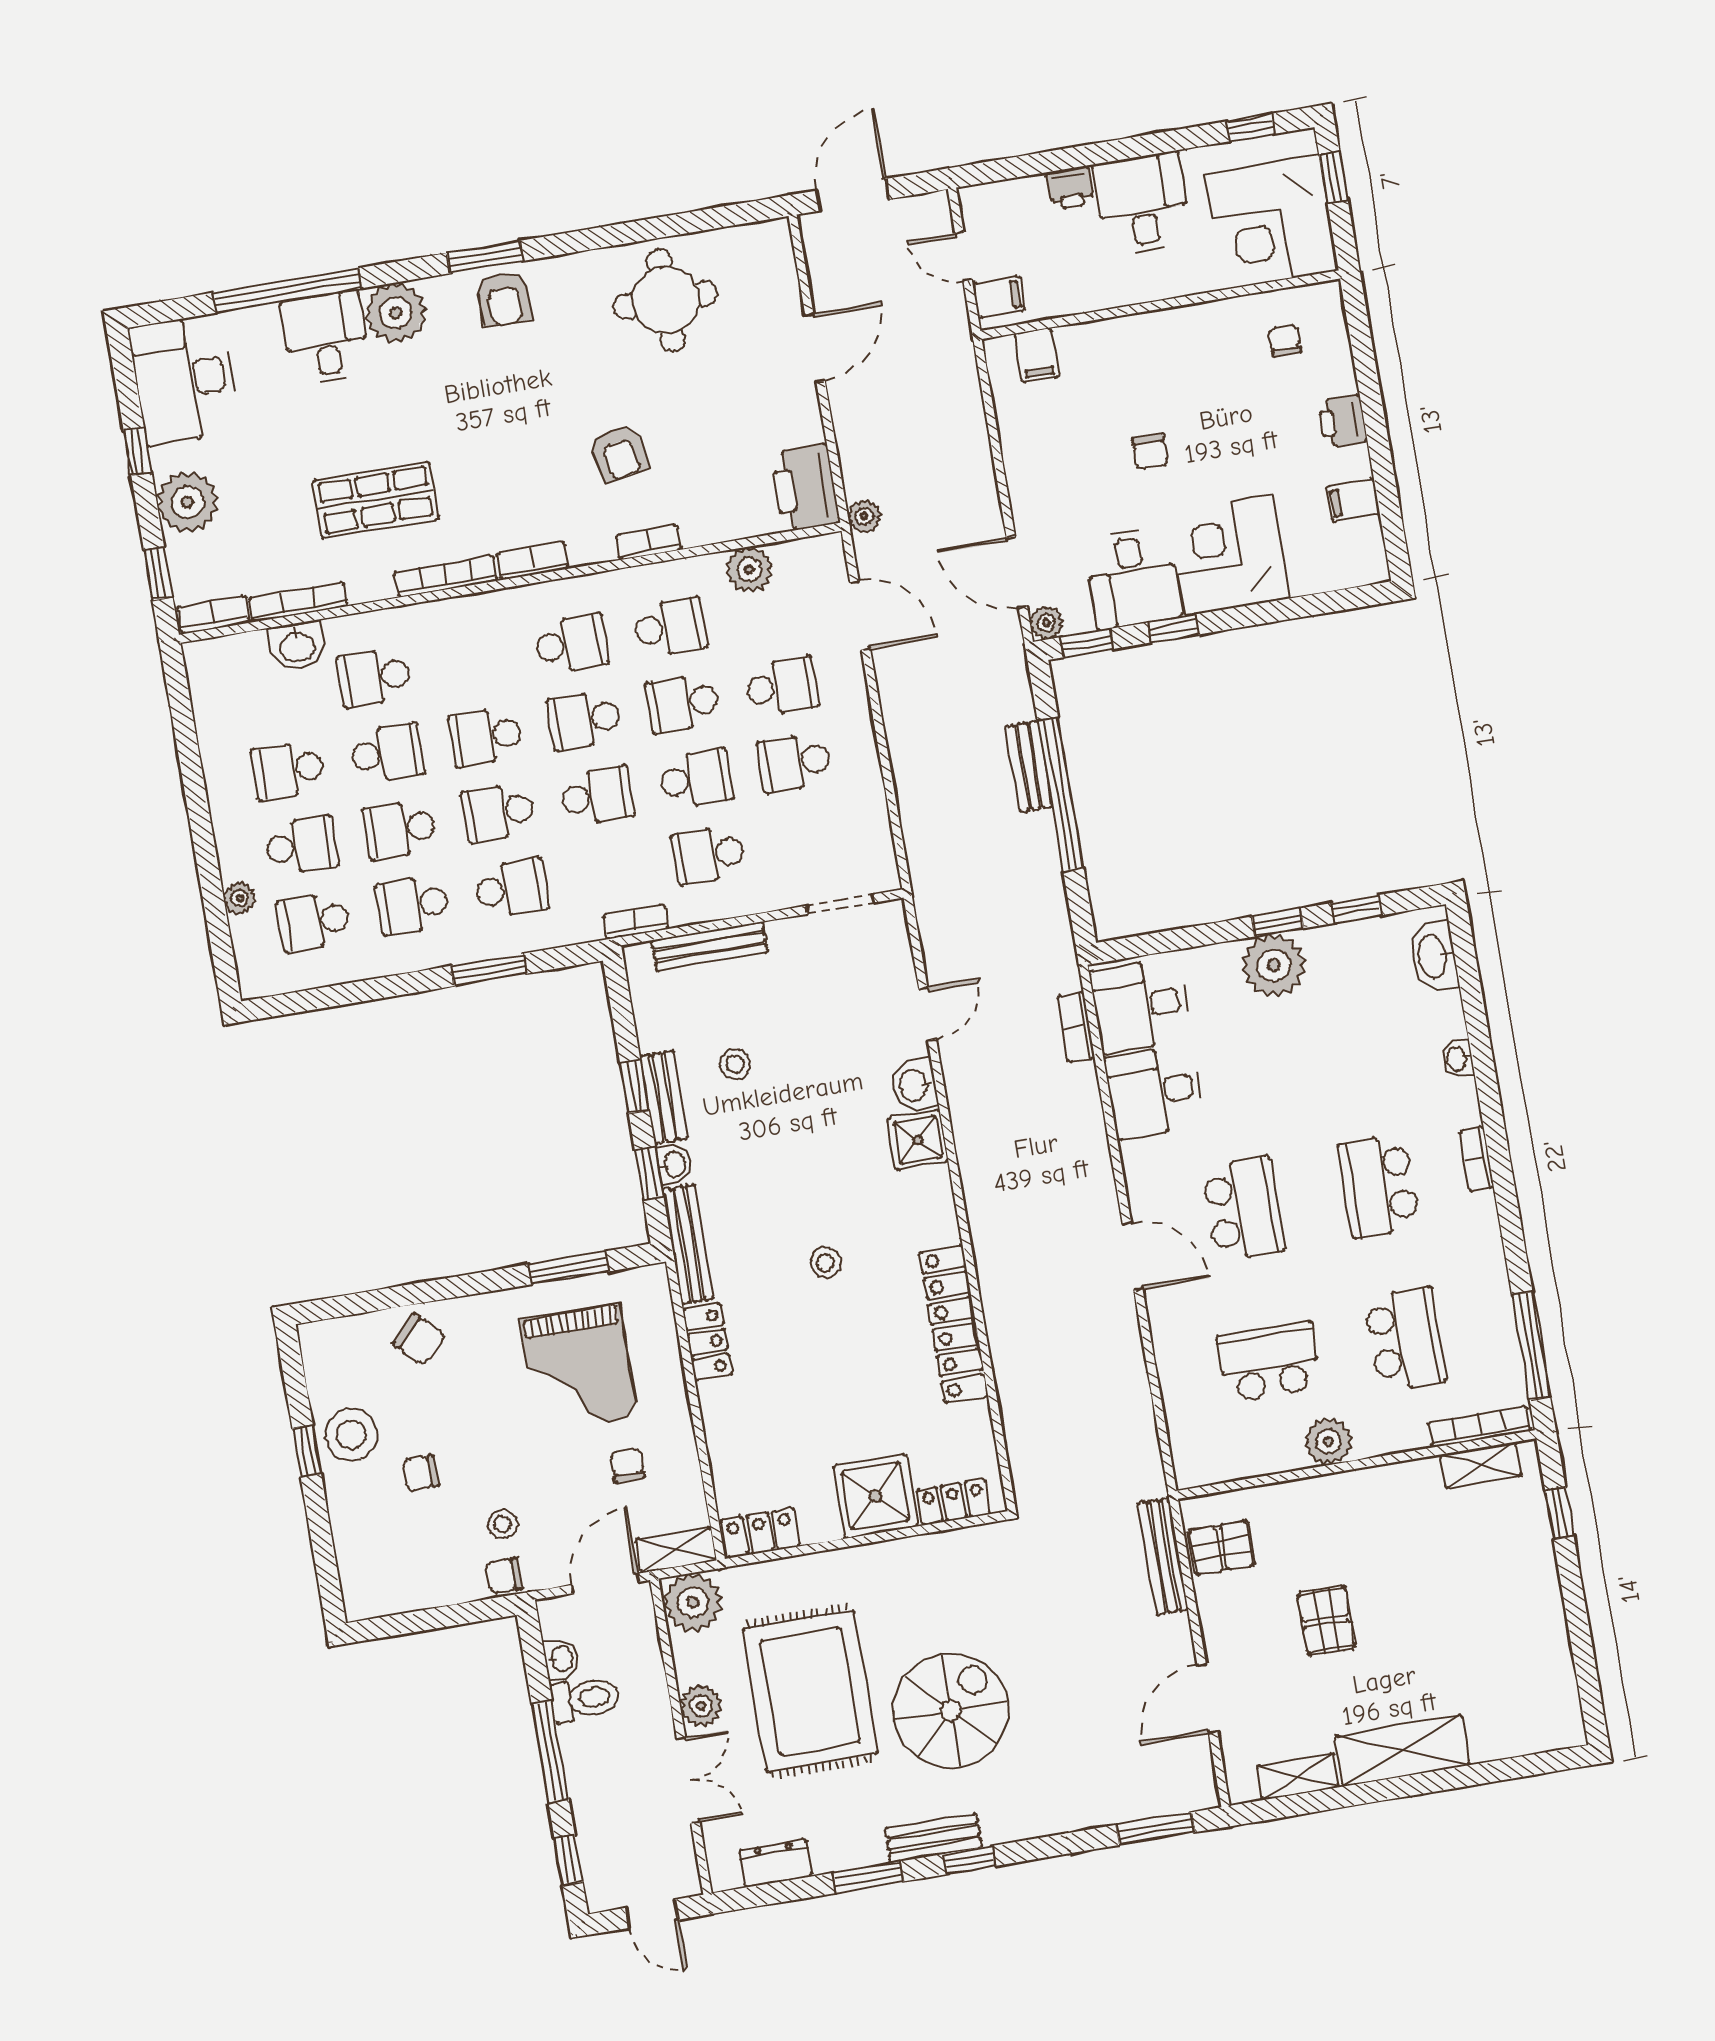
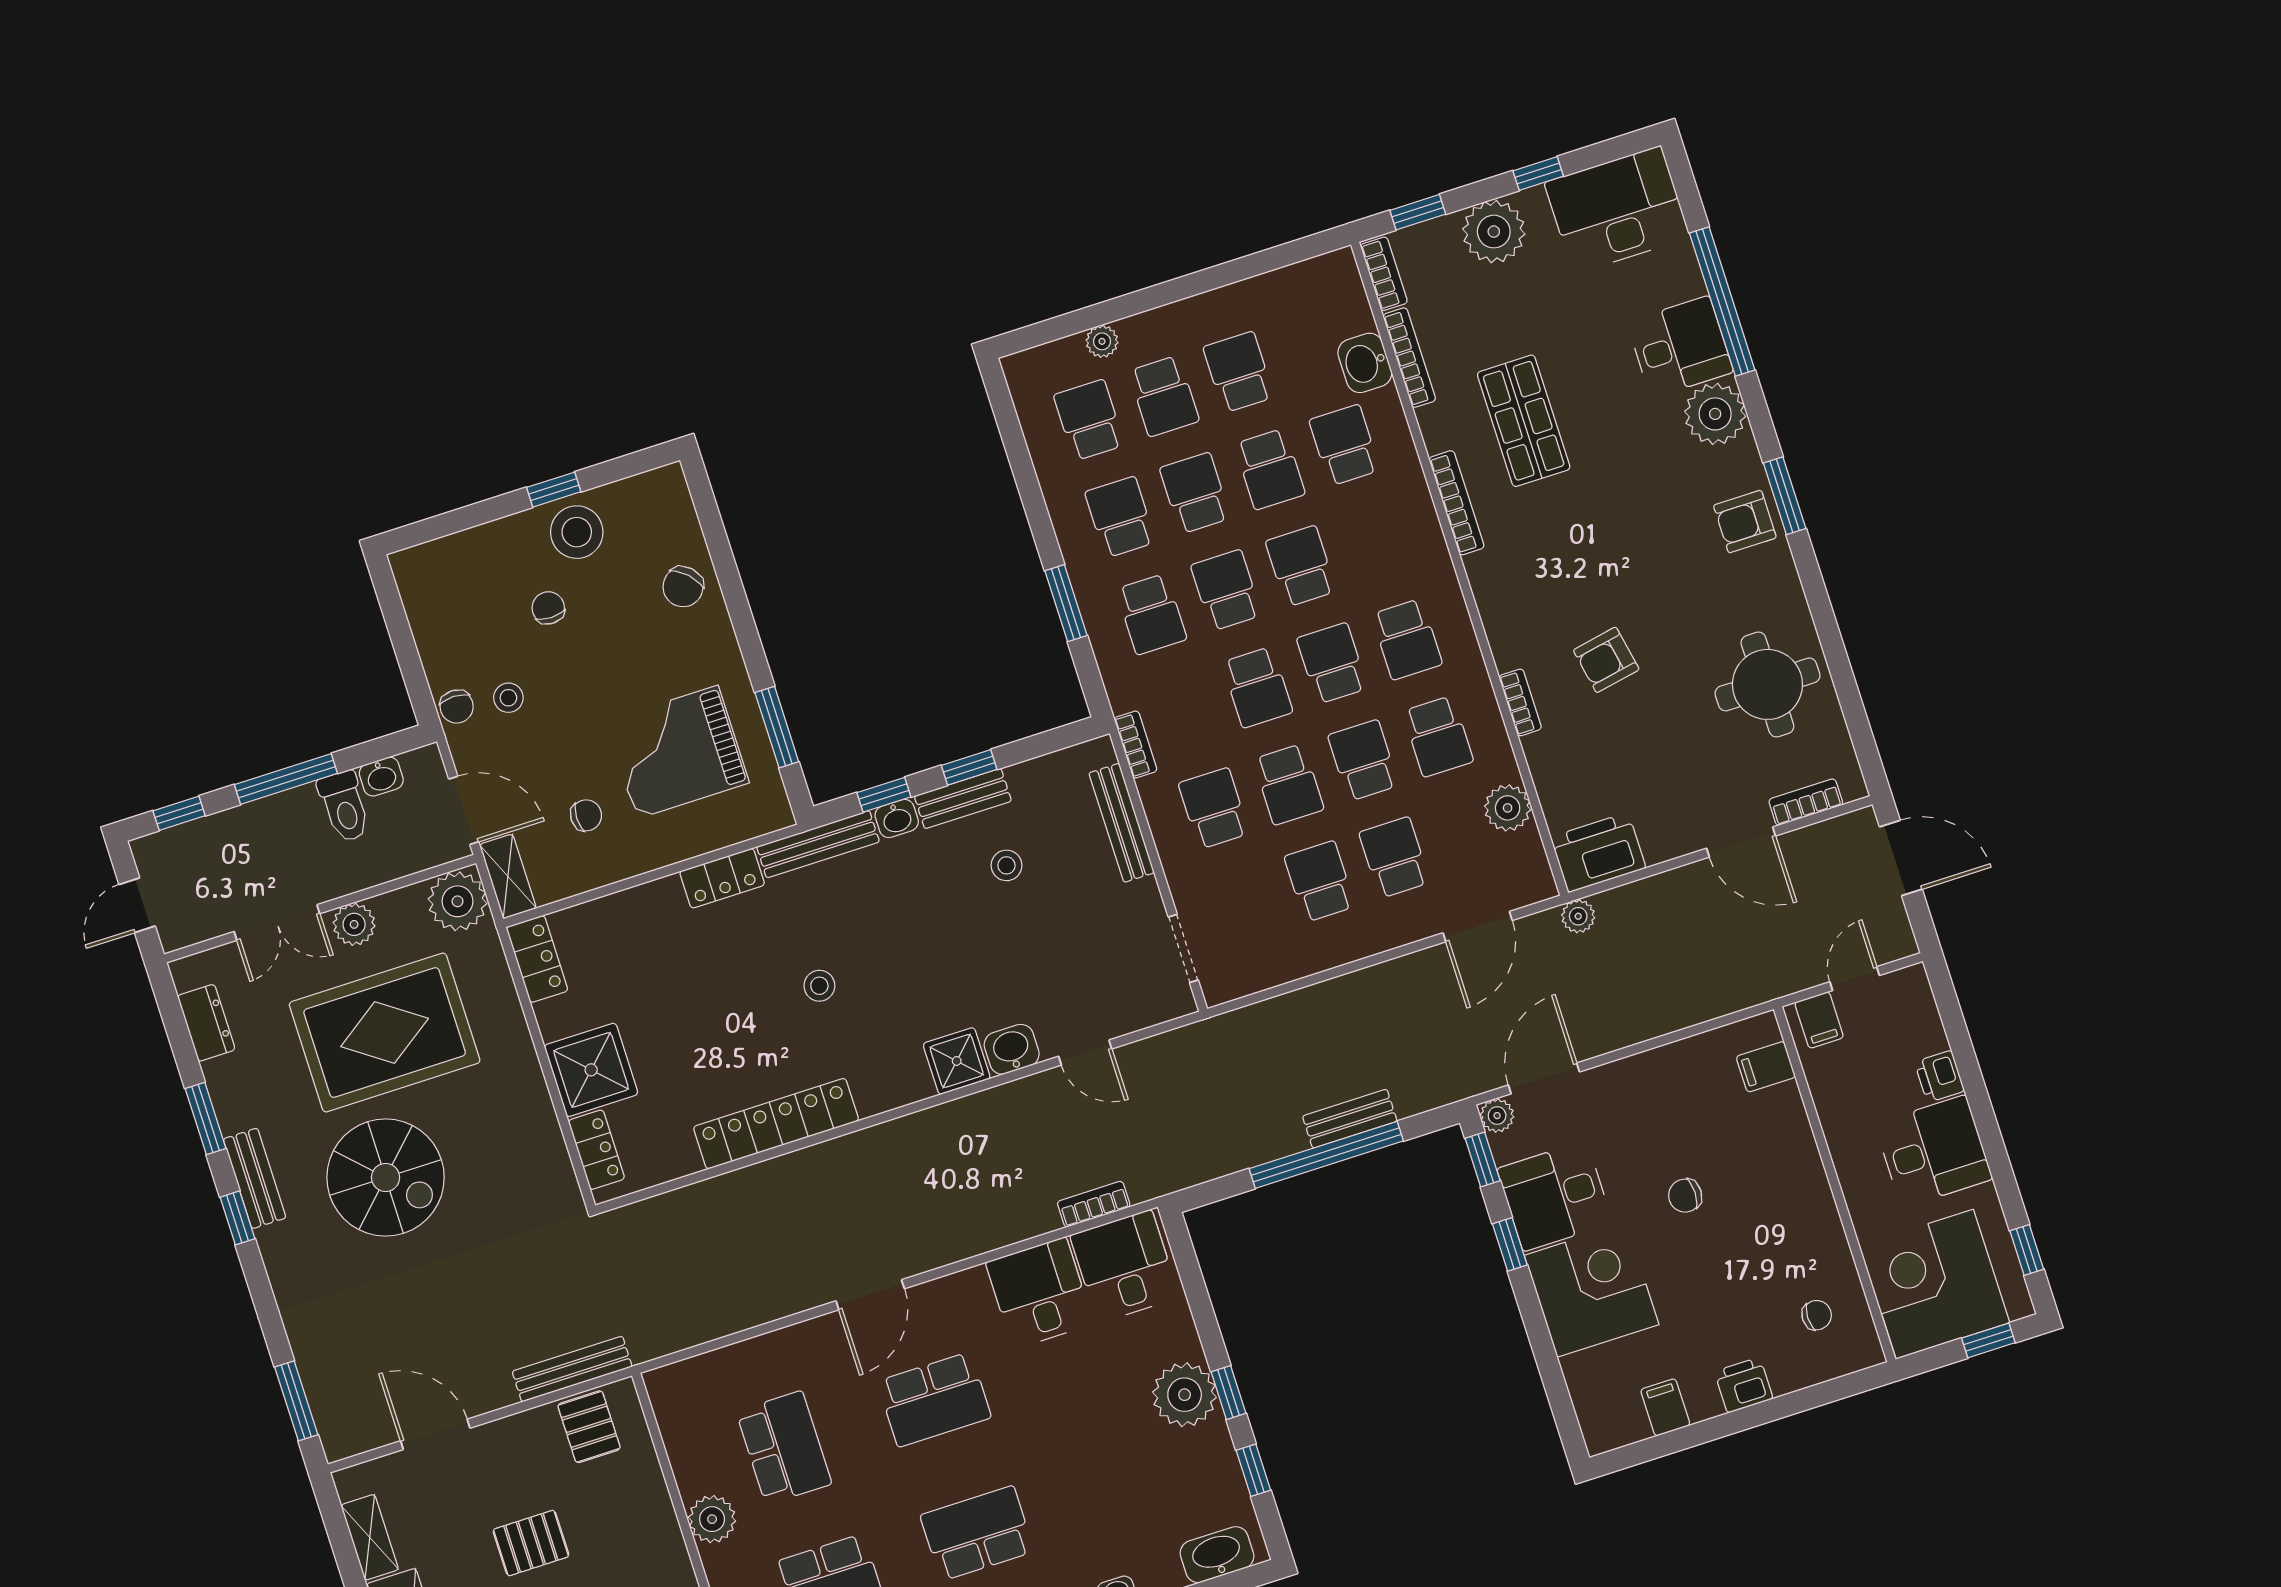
bookcase: (533, 561) -> (1806, 802), moved, turned -90
school desk: (781, 686) -> (1394, 857), turned 180
chair: (504, 1576) -> (457, 707), turned 180

